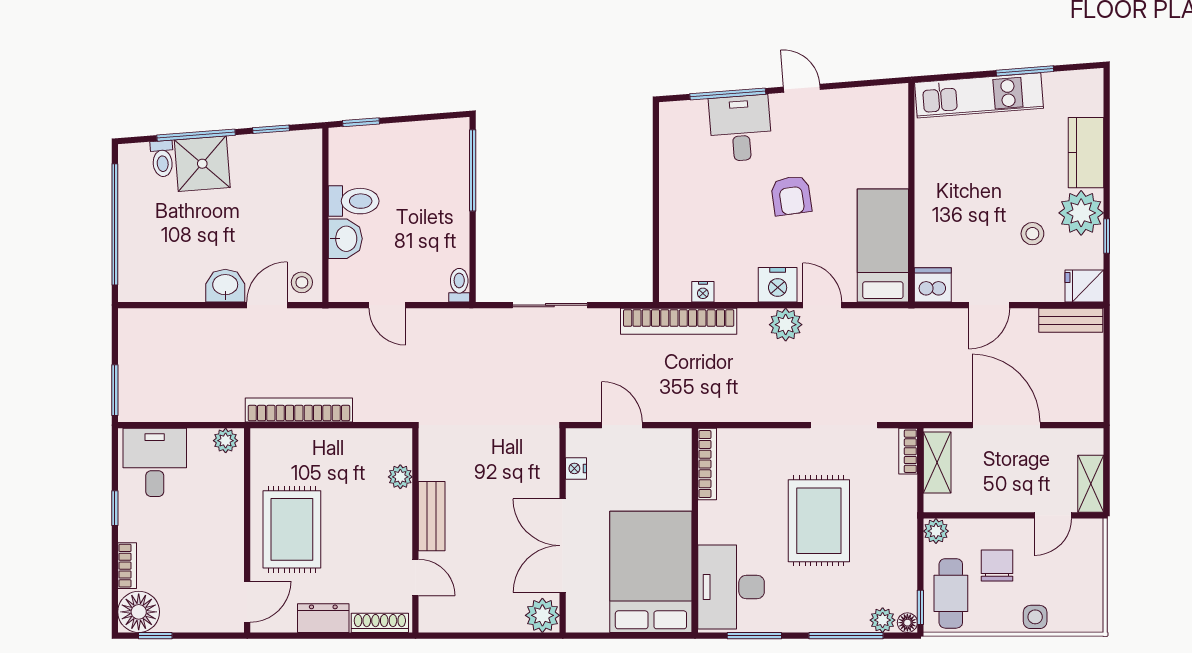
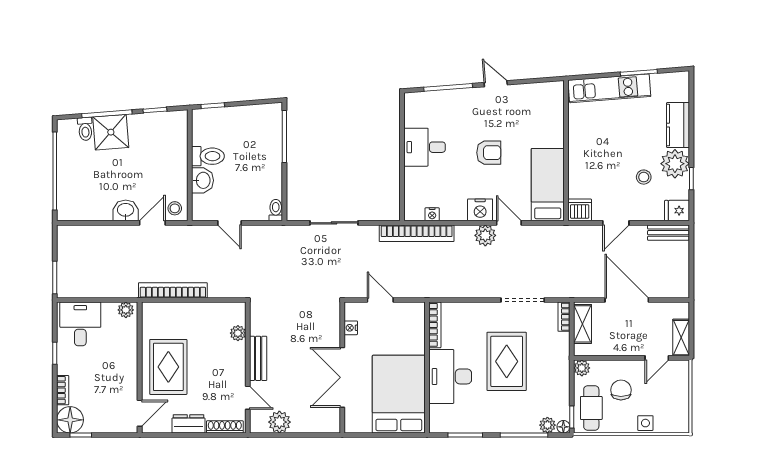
desk: (740, 128) -> (425, 147), moved, turned -86
armchair: (791, 196) -> (489, 153), turned -82
desk: (731, 587) -> (450, 376), moved
plant: (542, 615) -> (279, 422), moved

